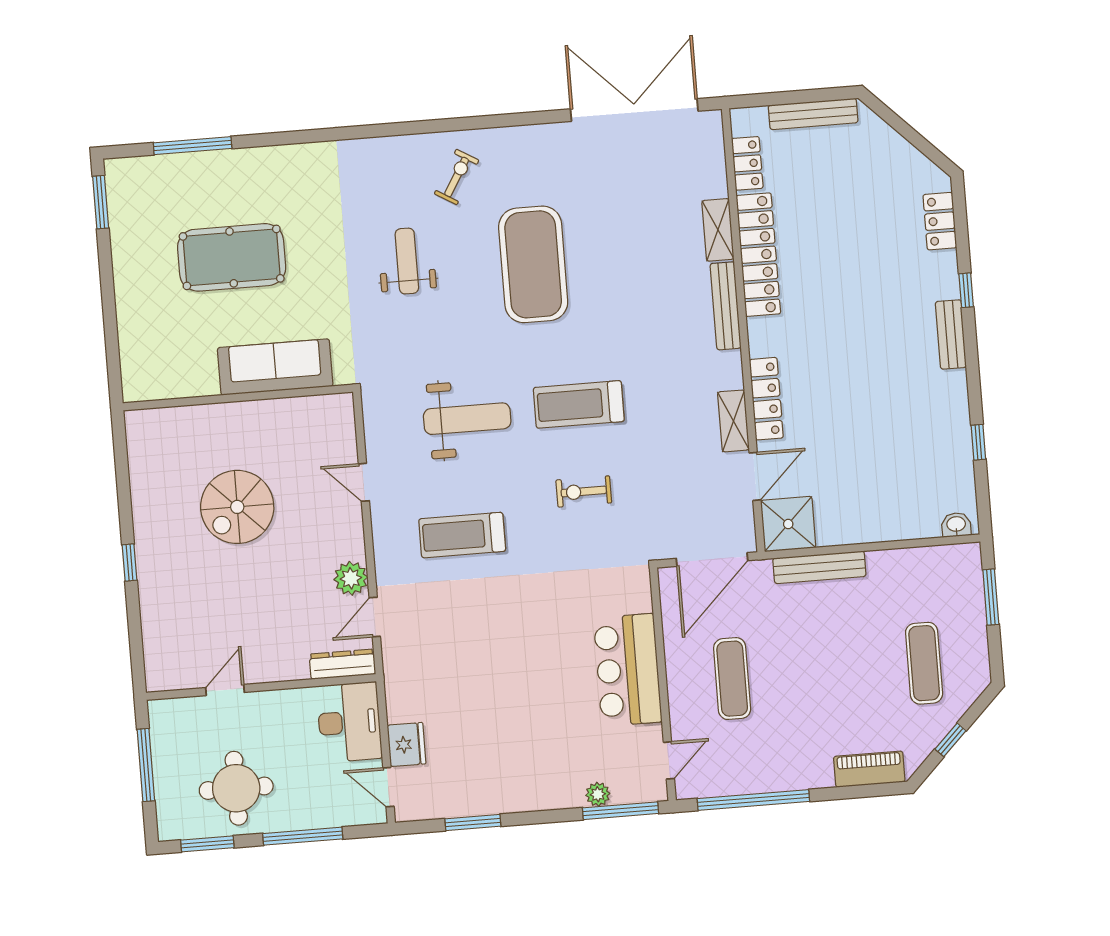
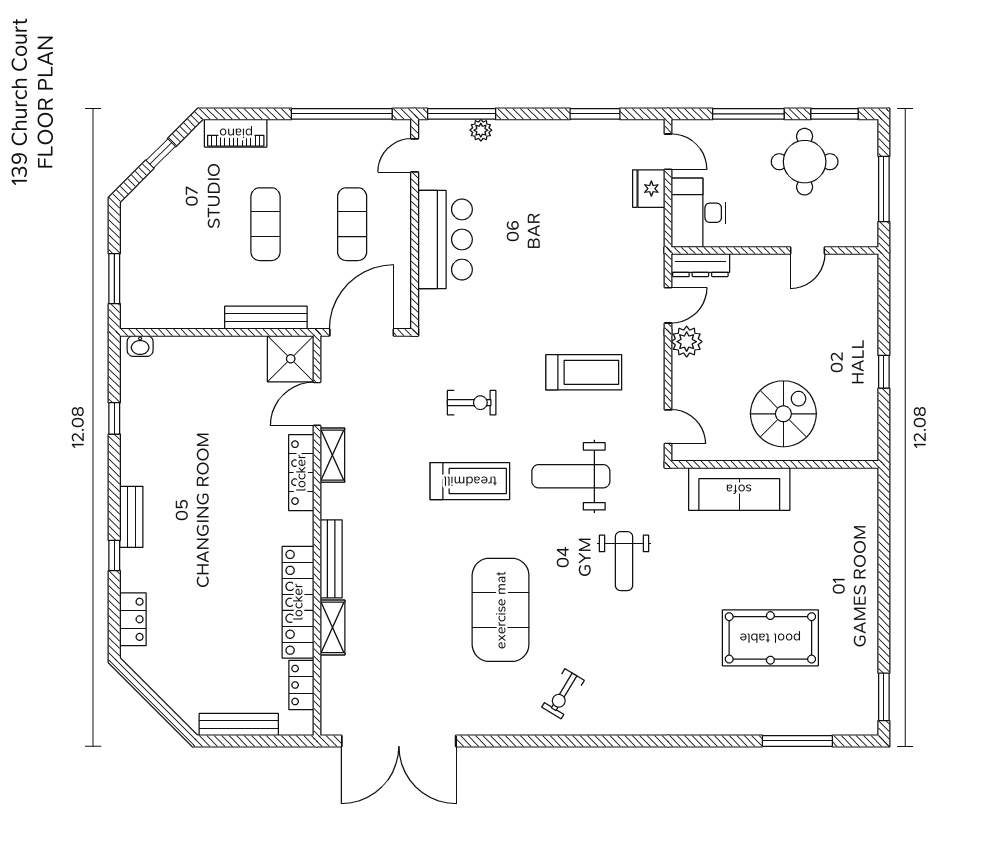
weight bench: (407, 261) -> (624, 561), moved
sofa: (275, 367) -> (739, 489), moved
wall: (238, 397) -> (775, 464), moved
exercise mat: (924, 663) -> (266, 224), moved

